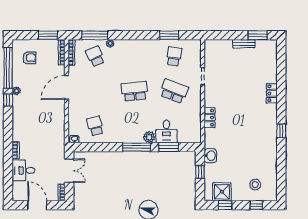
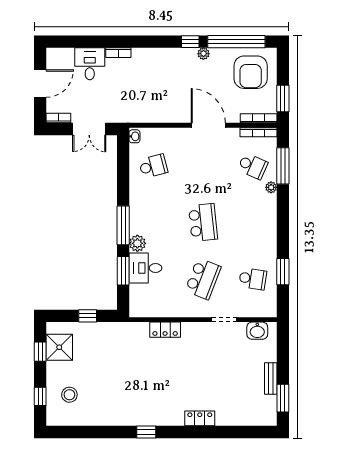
school desk: (95, 56) -> (253, 166), turned 48
armchair: (29, 58) -> (251, 72), width x1.88, depth x1.88
washbasin: (210, 156) -> (257, 331), moved

